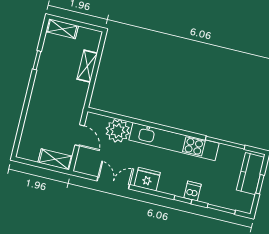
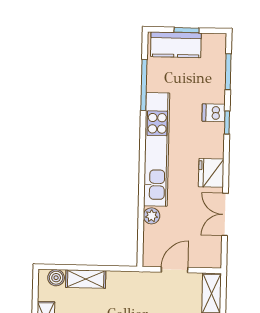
boiler: (93, 44) -> (56, 278), added
plant: (118, 131) -> (152, 216), width x0.53, depth x0.53

